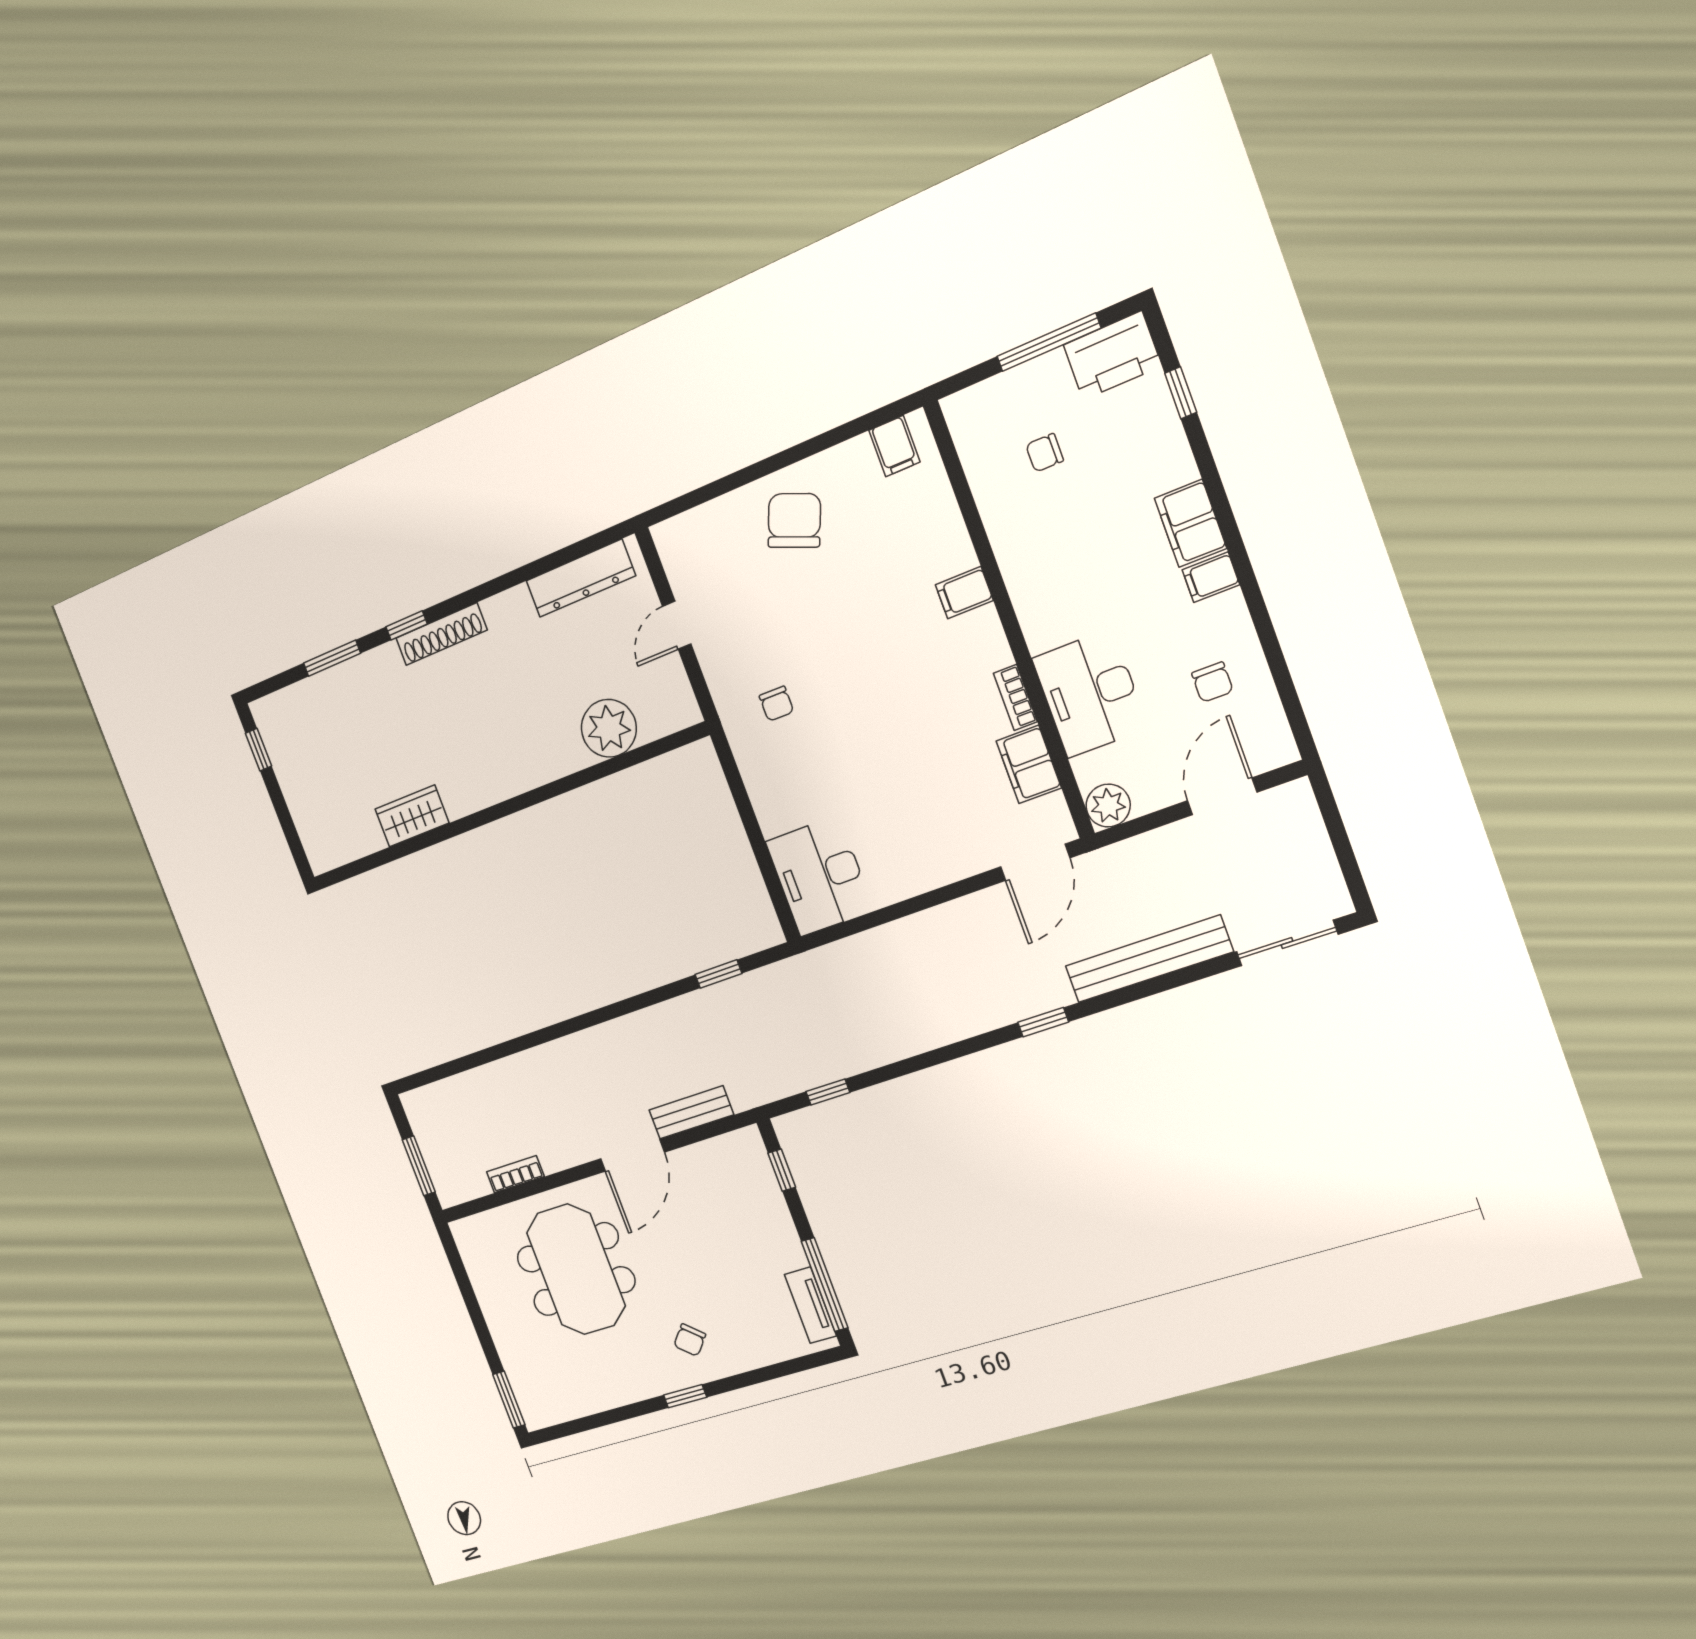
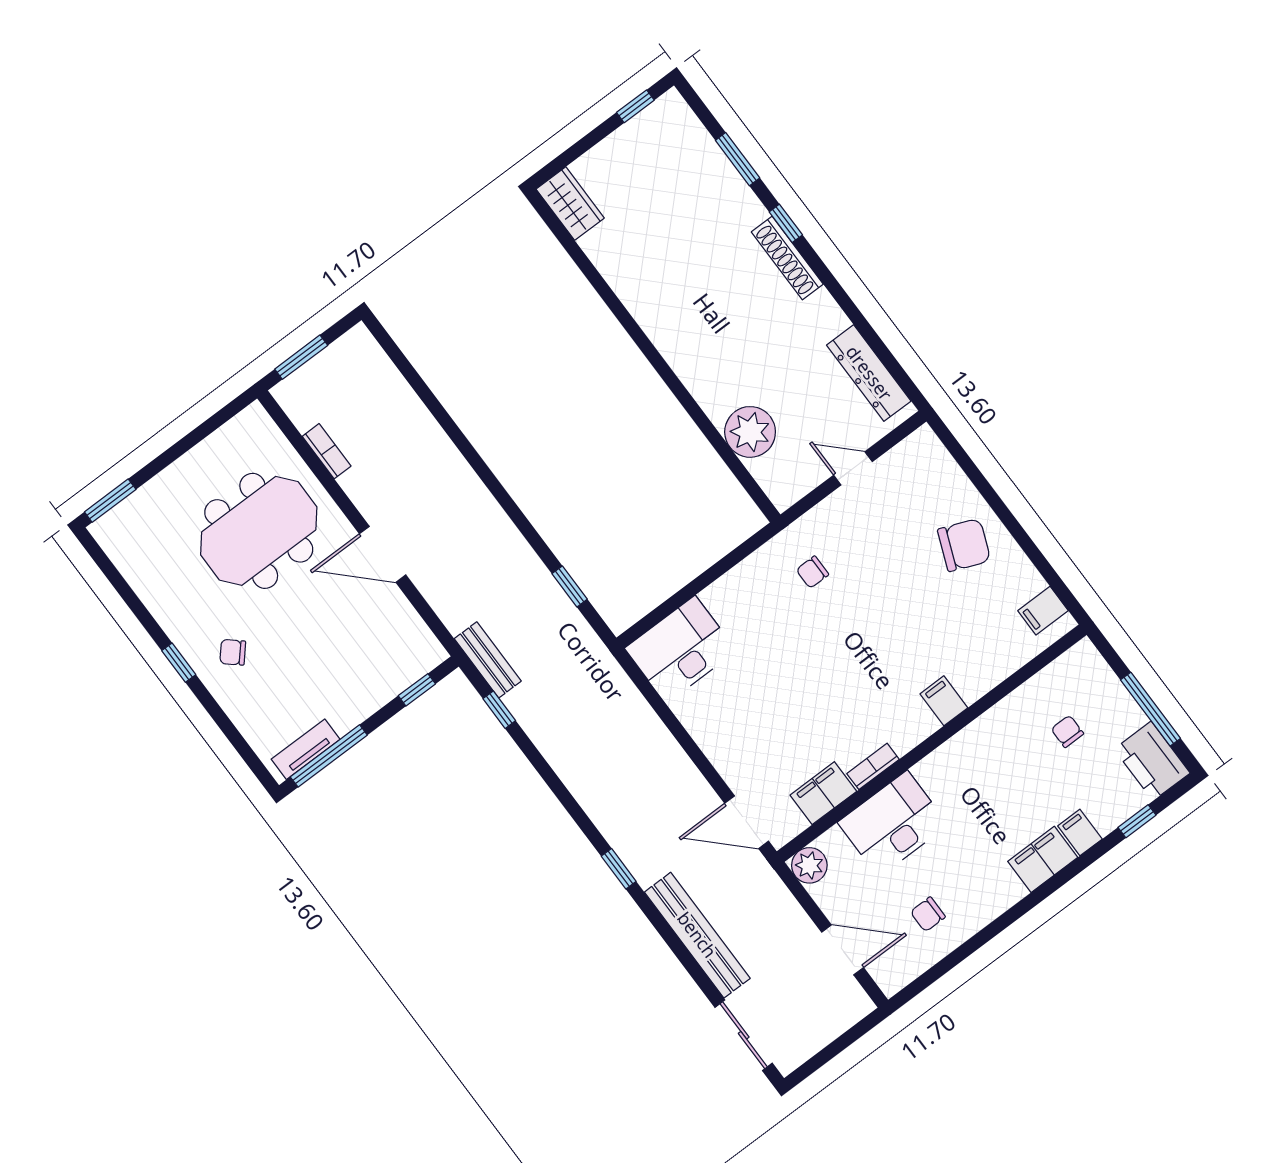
filing cabinet: (1211, 577) -> (1080, 832), moved
wardrobe: (412, 816) -> (570, 204), moved
bench: (691, 1112) -> (488, 660), moved

